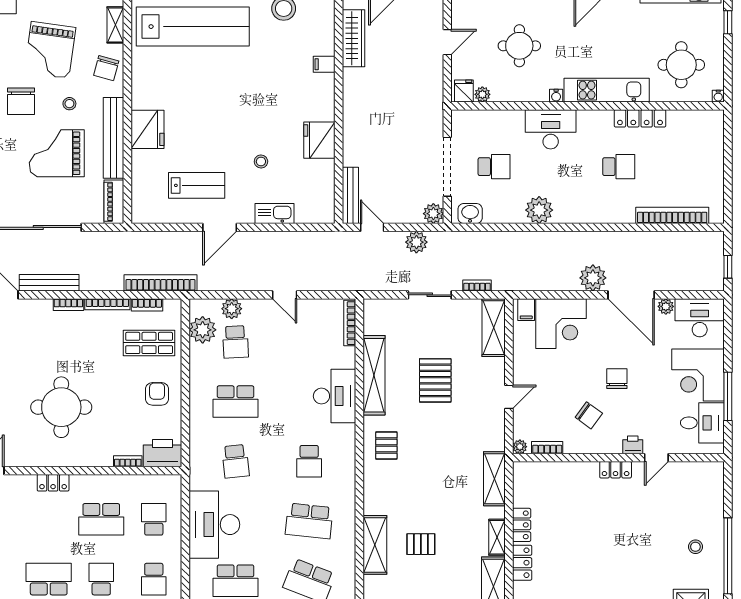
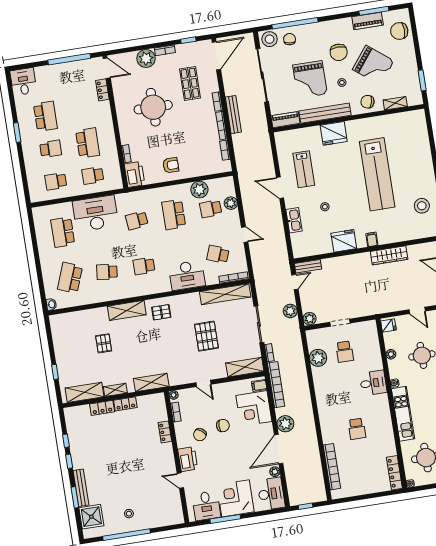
lab bench: (193, 27) -> (377, 174), moved
wardrobe: (354, 38) -> (389, 255), moved
grand piano: (50, 50) -> (373, 65), turned -150
filing cabinet: (324, 64) -> (372, 239), moved
plant: (482, 94) -> (391, 354), moved
chair: (21, 101) -> (339, 52), turned -91
locker: (640, 118) -> (394, 473), moved
desk: (551, 129) -> (373, 383), width x0.73
grand piano: (57, 153) -> (310, 79), turned 180
doorway: (447, 167) -> (340, 323), width x0.53
bench: (350, 195) -> (308, 266), width x0.73
plant: (539, 210) -> (318, 358), moved
washbasin: (470, 213) -> (313, 341), removed
bench: (49, 283) -> (233, 115), moved
bookcase: (160, 283) -> (276, 385), moved
door: (285, 295) -> (245, 235), swing flipped
sliding door: (430, 295) -> (259, 324), width x1.37
plant: (203, 330) -> (199, 190), moved
school desk: (309, 342) -> (218, 254), added
shop shelf: (149, 343) -> (190, 83), moved
shelving: (374, 375) -> (225, 294), moved
chair: (617, 379) -> (223, 426), moved
pallet: (435, 380) -> (206, 336), turned 90
printer: (633, 445) -> (188, 459), width x1.87, depth x1.48
locker: (616, 470) -> (165, 432), moved
locker: (53, 483) -> (102, 90), moved
school desk: (101, 519) -> (88, 143), turned 180
school desk: (154, 519) -> (93, 175), turned 180
school desk: (309, 521) -> (107, 272), width x0.54
shelving: (375, 545) -> (127, 310), moved

